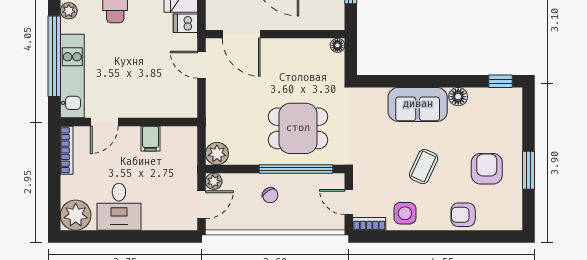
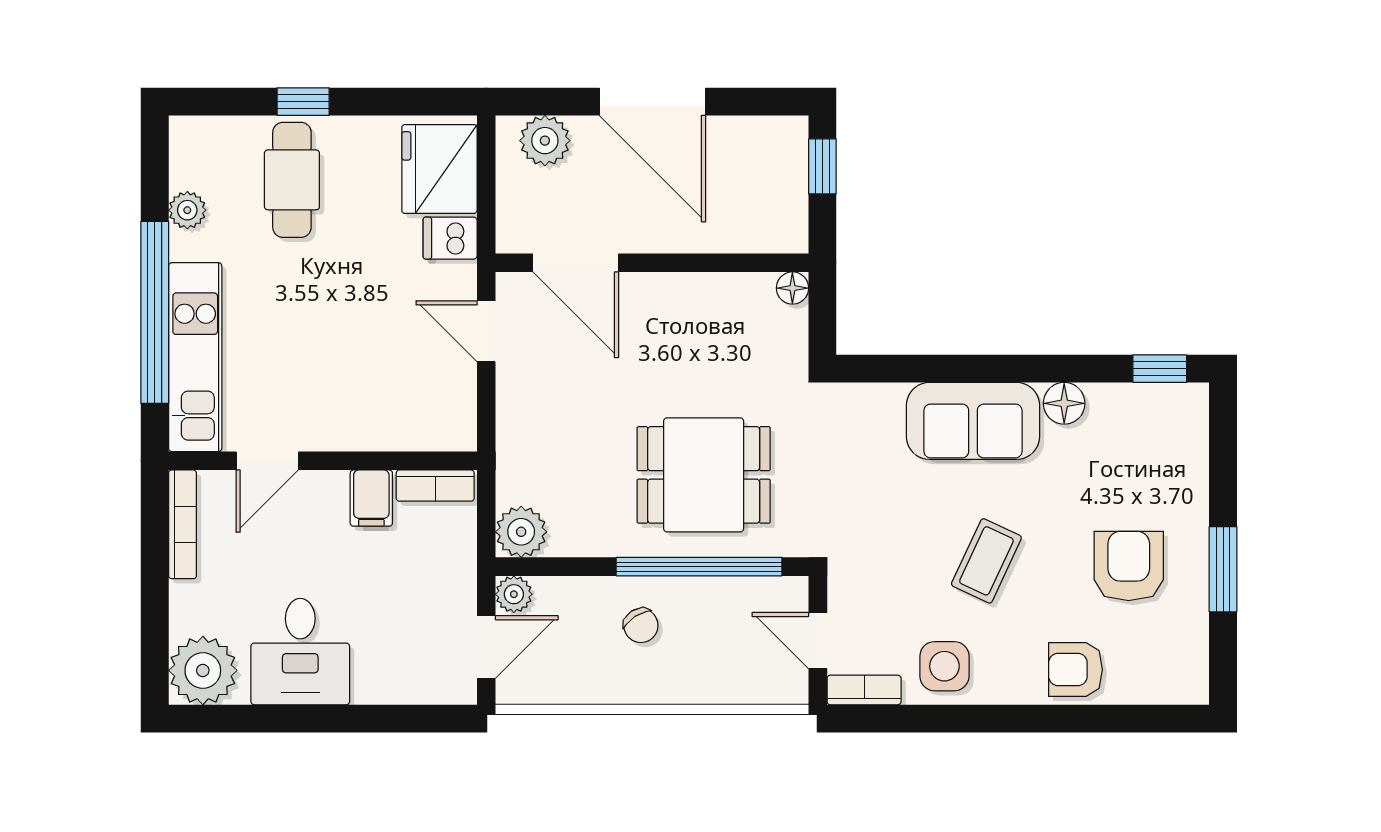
bookcase: (179, 133) -> (435, 486), added

